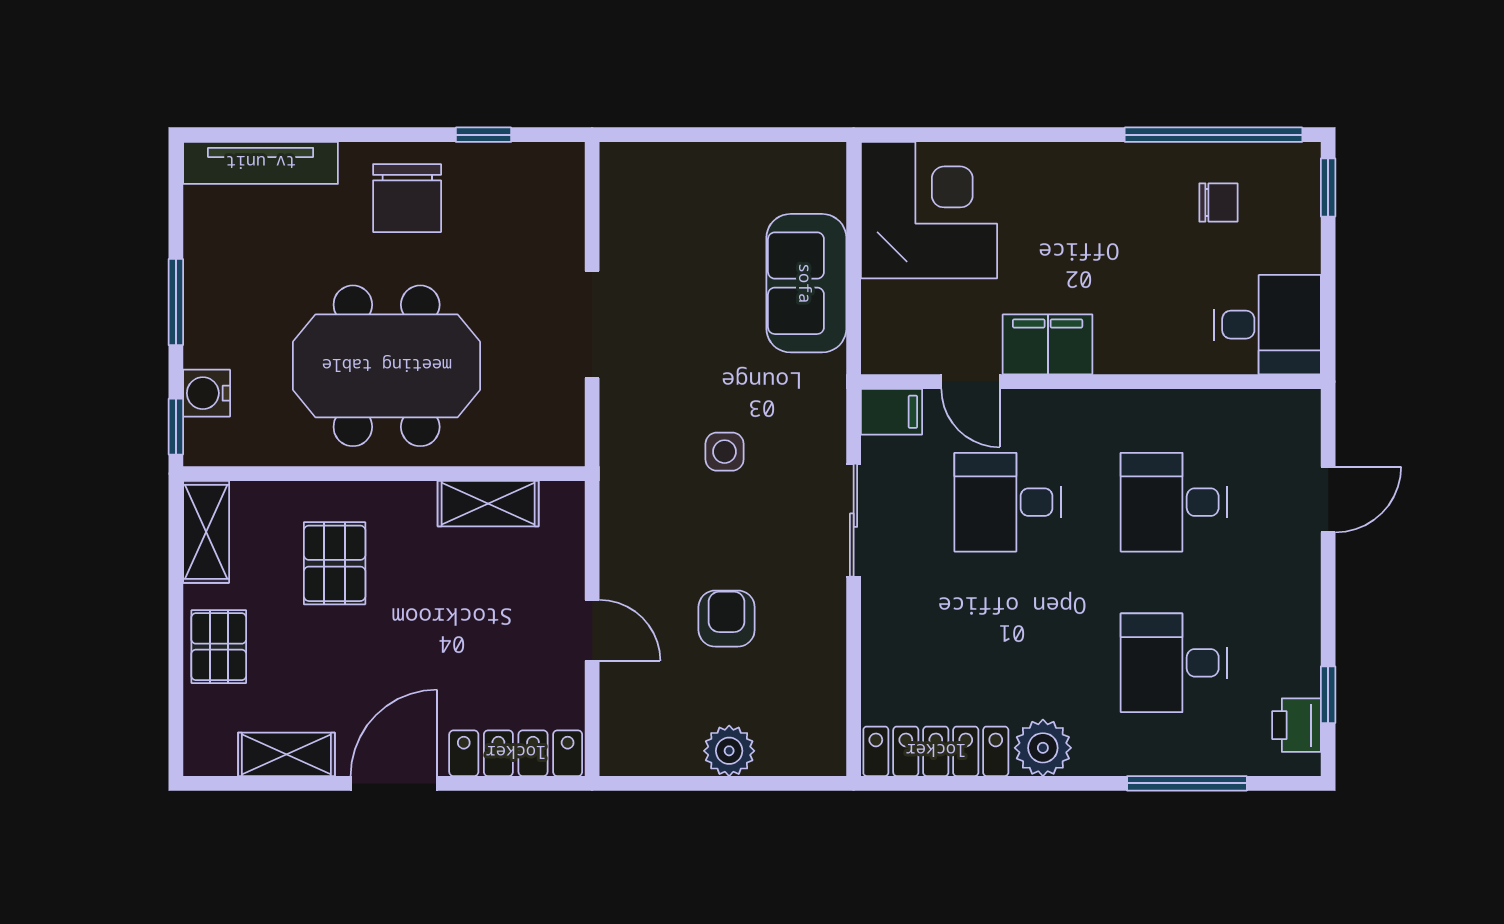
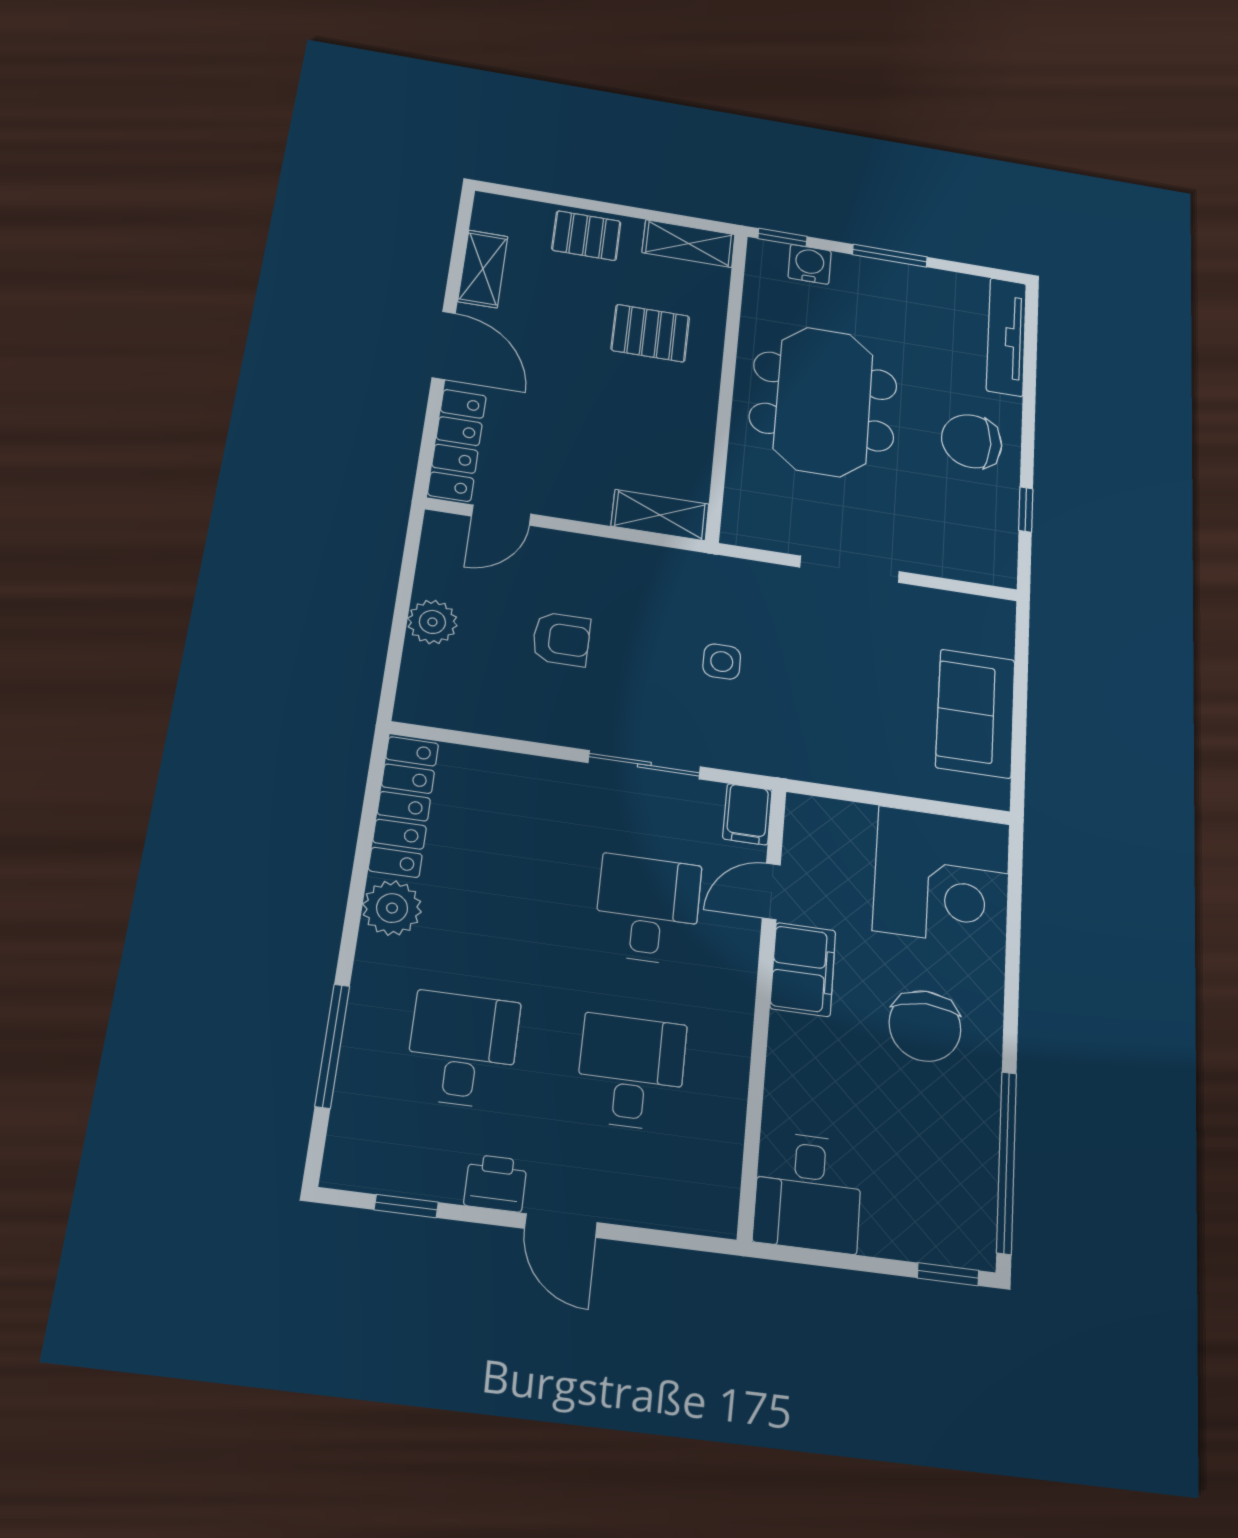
chair: (1218, 203) -> (925, 1026), moved, width x1.87, depth x1.87
sofa: (806, 283) -> (975, 713), moved, turned -90
door: (1328, 500) -> (561, 1226), moved
shelving: (488, 504) -> (660, 515), moved, turned 90
door: (592, 630) -> (501, 515), moved
printer: (1296, 725) -> (496, 1183), moved

